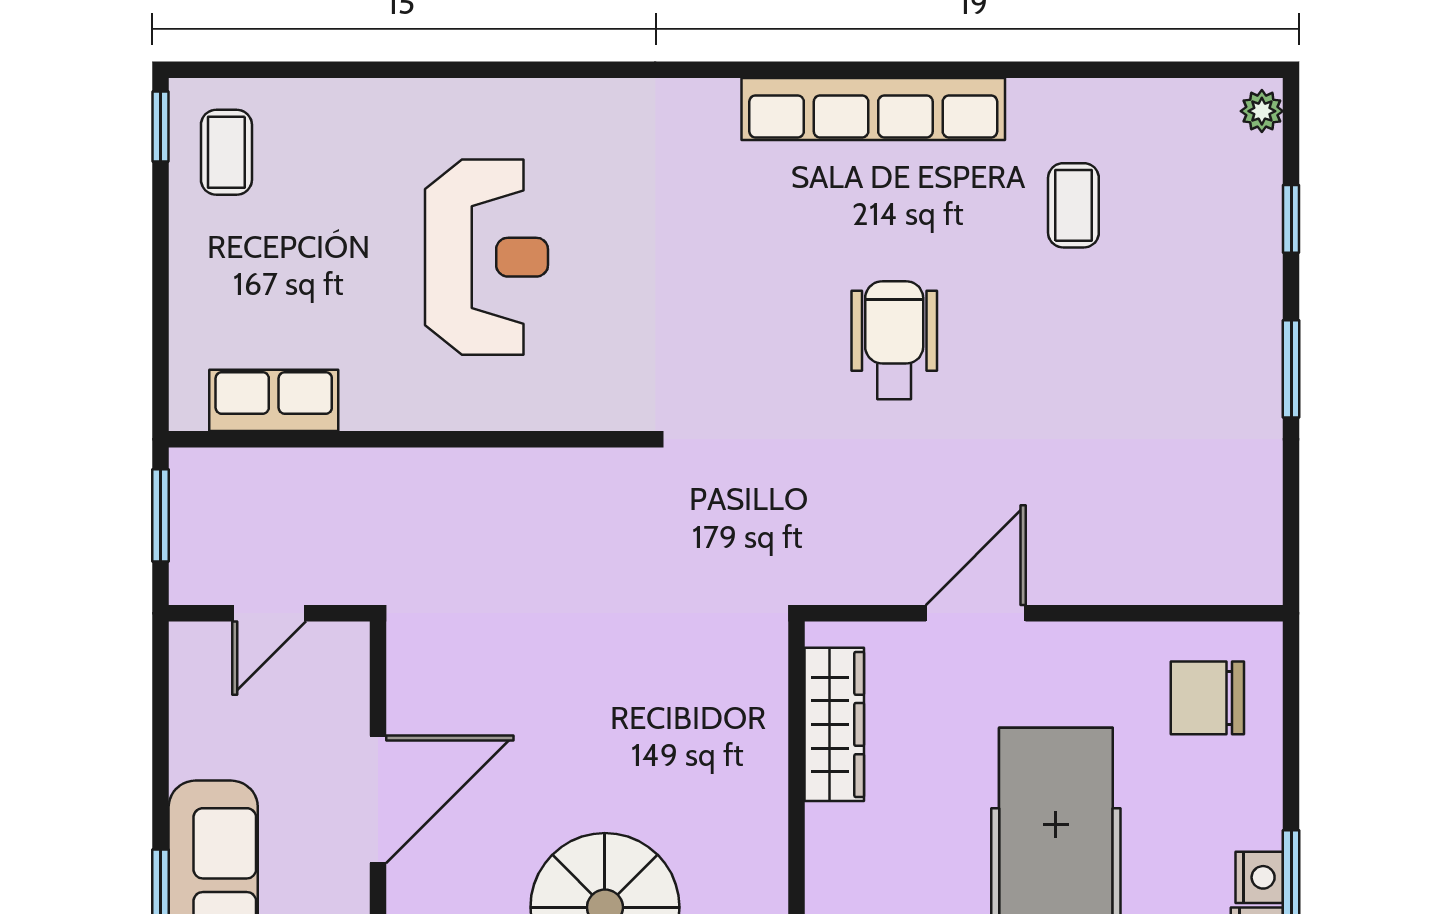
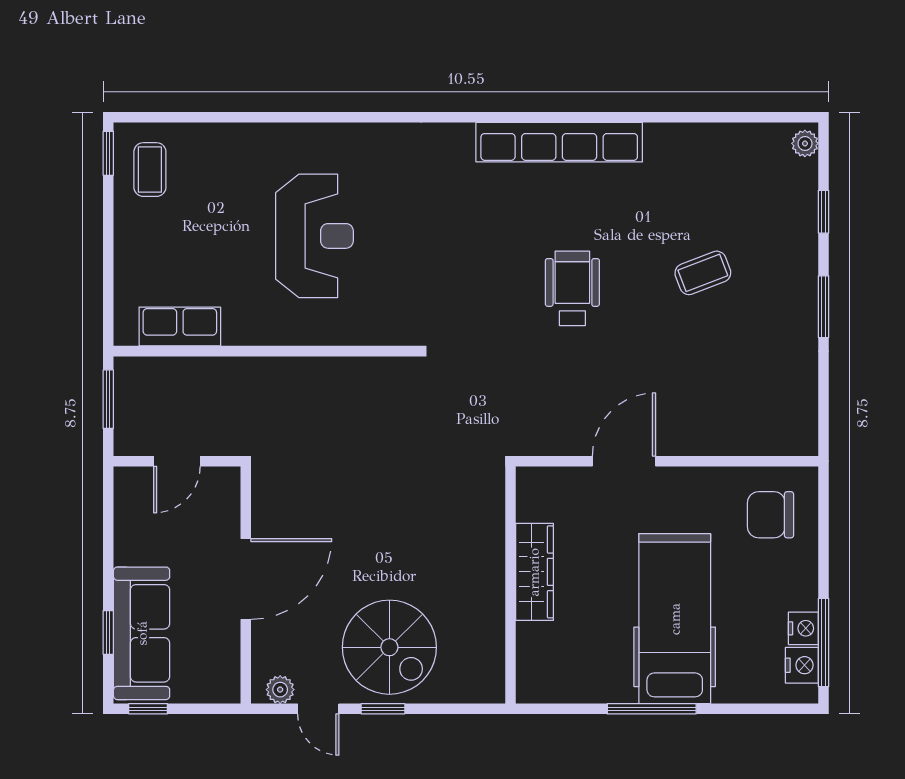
coffee table: (1073, 205) -> (703, 273), moved, turned 69
wardrobe: (834, 724) -> (534, 572), moved

